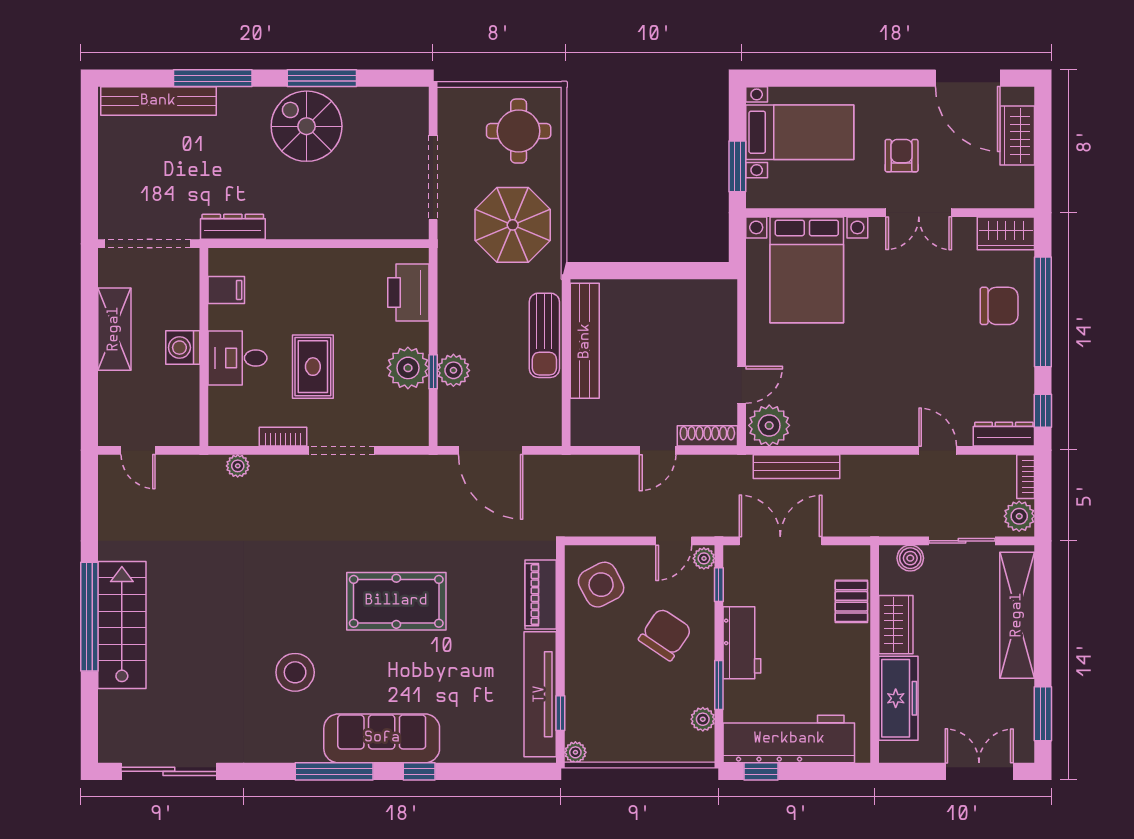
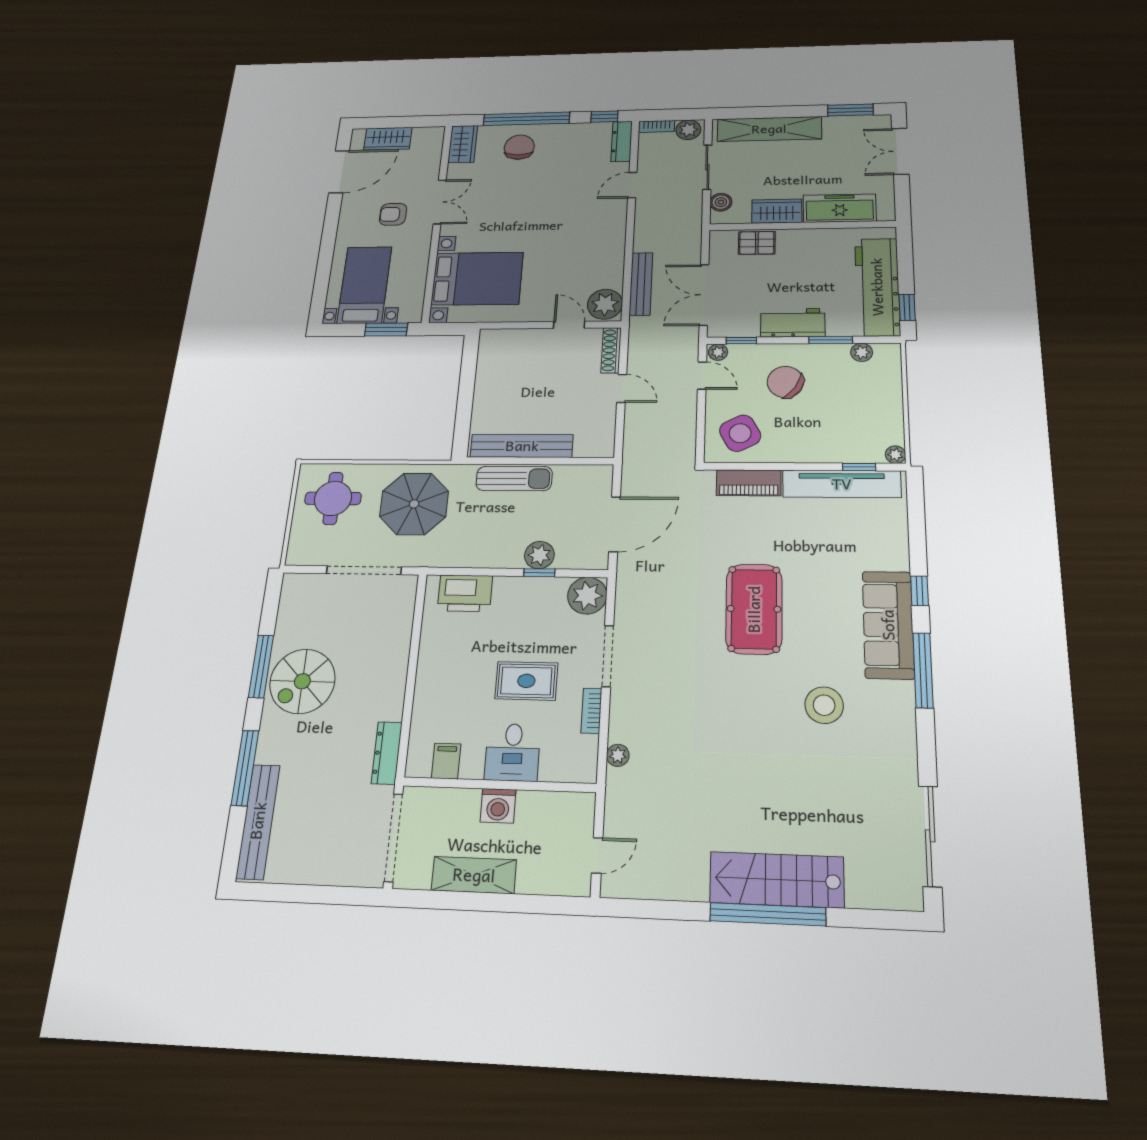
plant: (408, 368) -> (587, 596), moved

